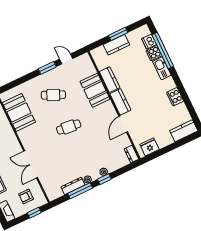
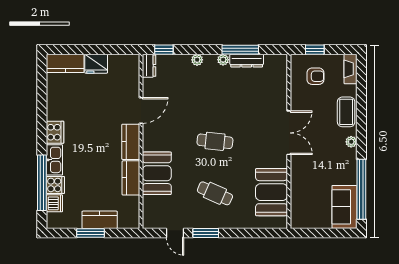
cooker: (175, 97) -> (55, 132), moved
fridge: (149, 147) -> (96, 64), moved
double door: (31, 164) -> (289, 133), moved
window: (104, 179) -> (164, 50), moved

